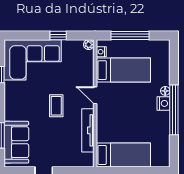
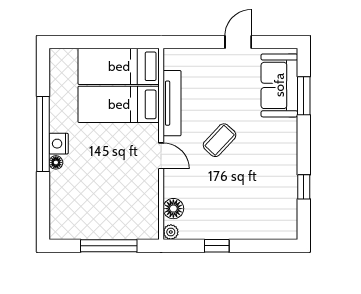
nightstand: (101, 52) -> (152, 221), removed
corner sofa: (33, 60) -> (255, 209), removed
floor lamp: (87, 60) -> (173, 209), added
bed: (123, 70) -> (119, 104), moved
coffee table: (56, 106) -> (220, 140), turned 43

